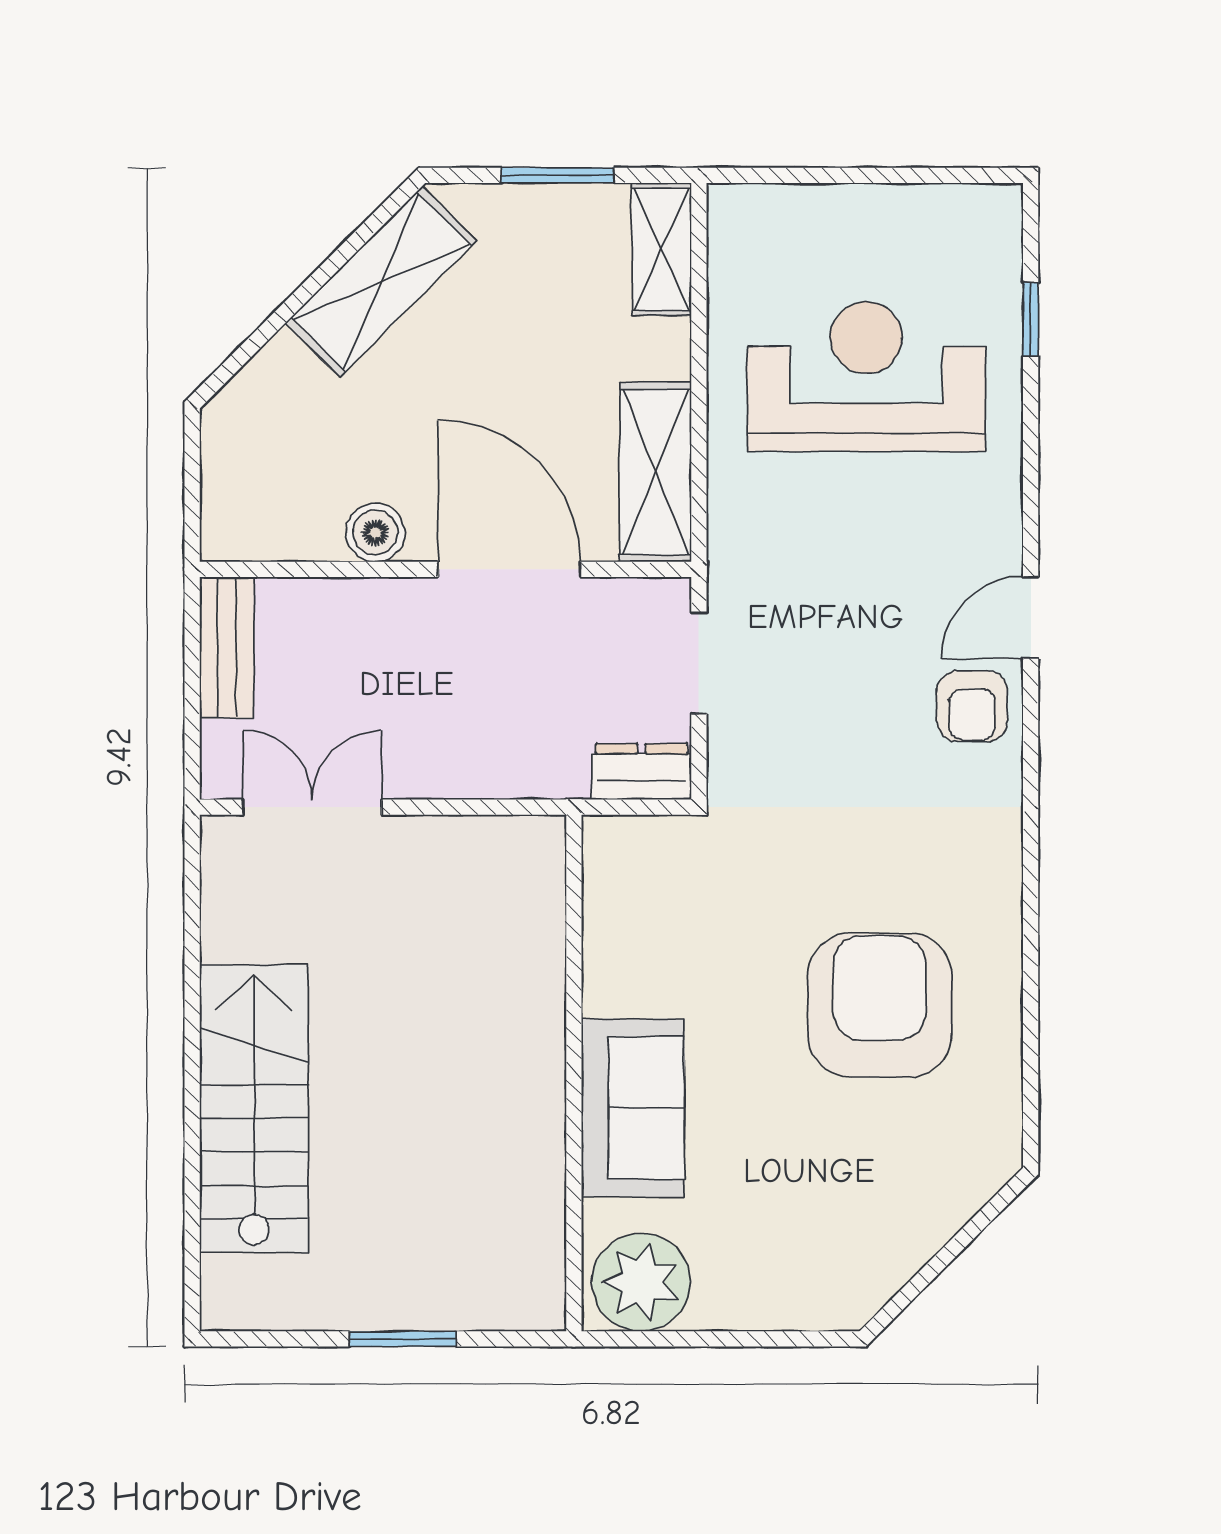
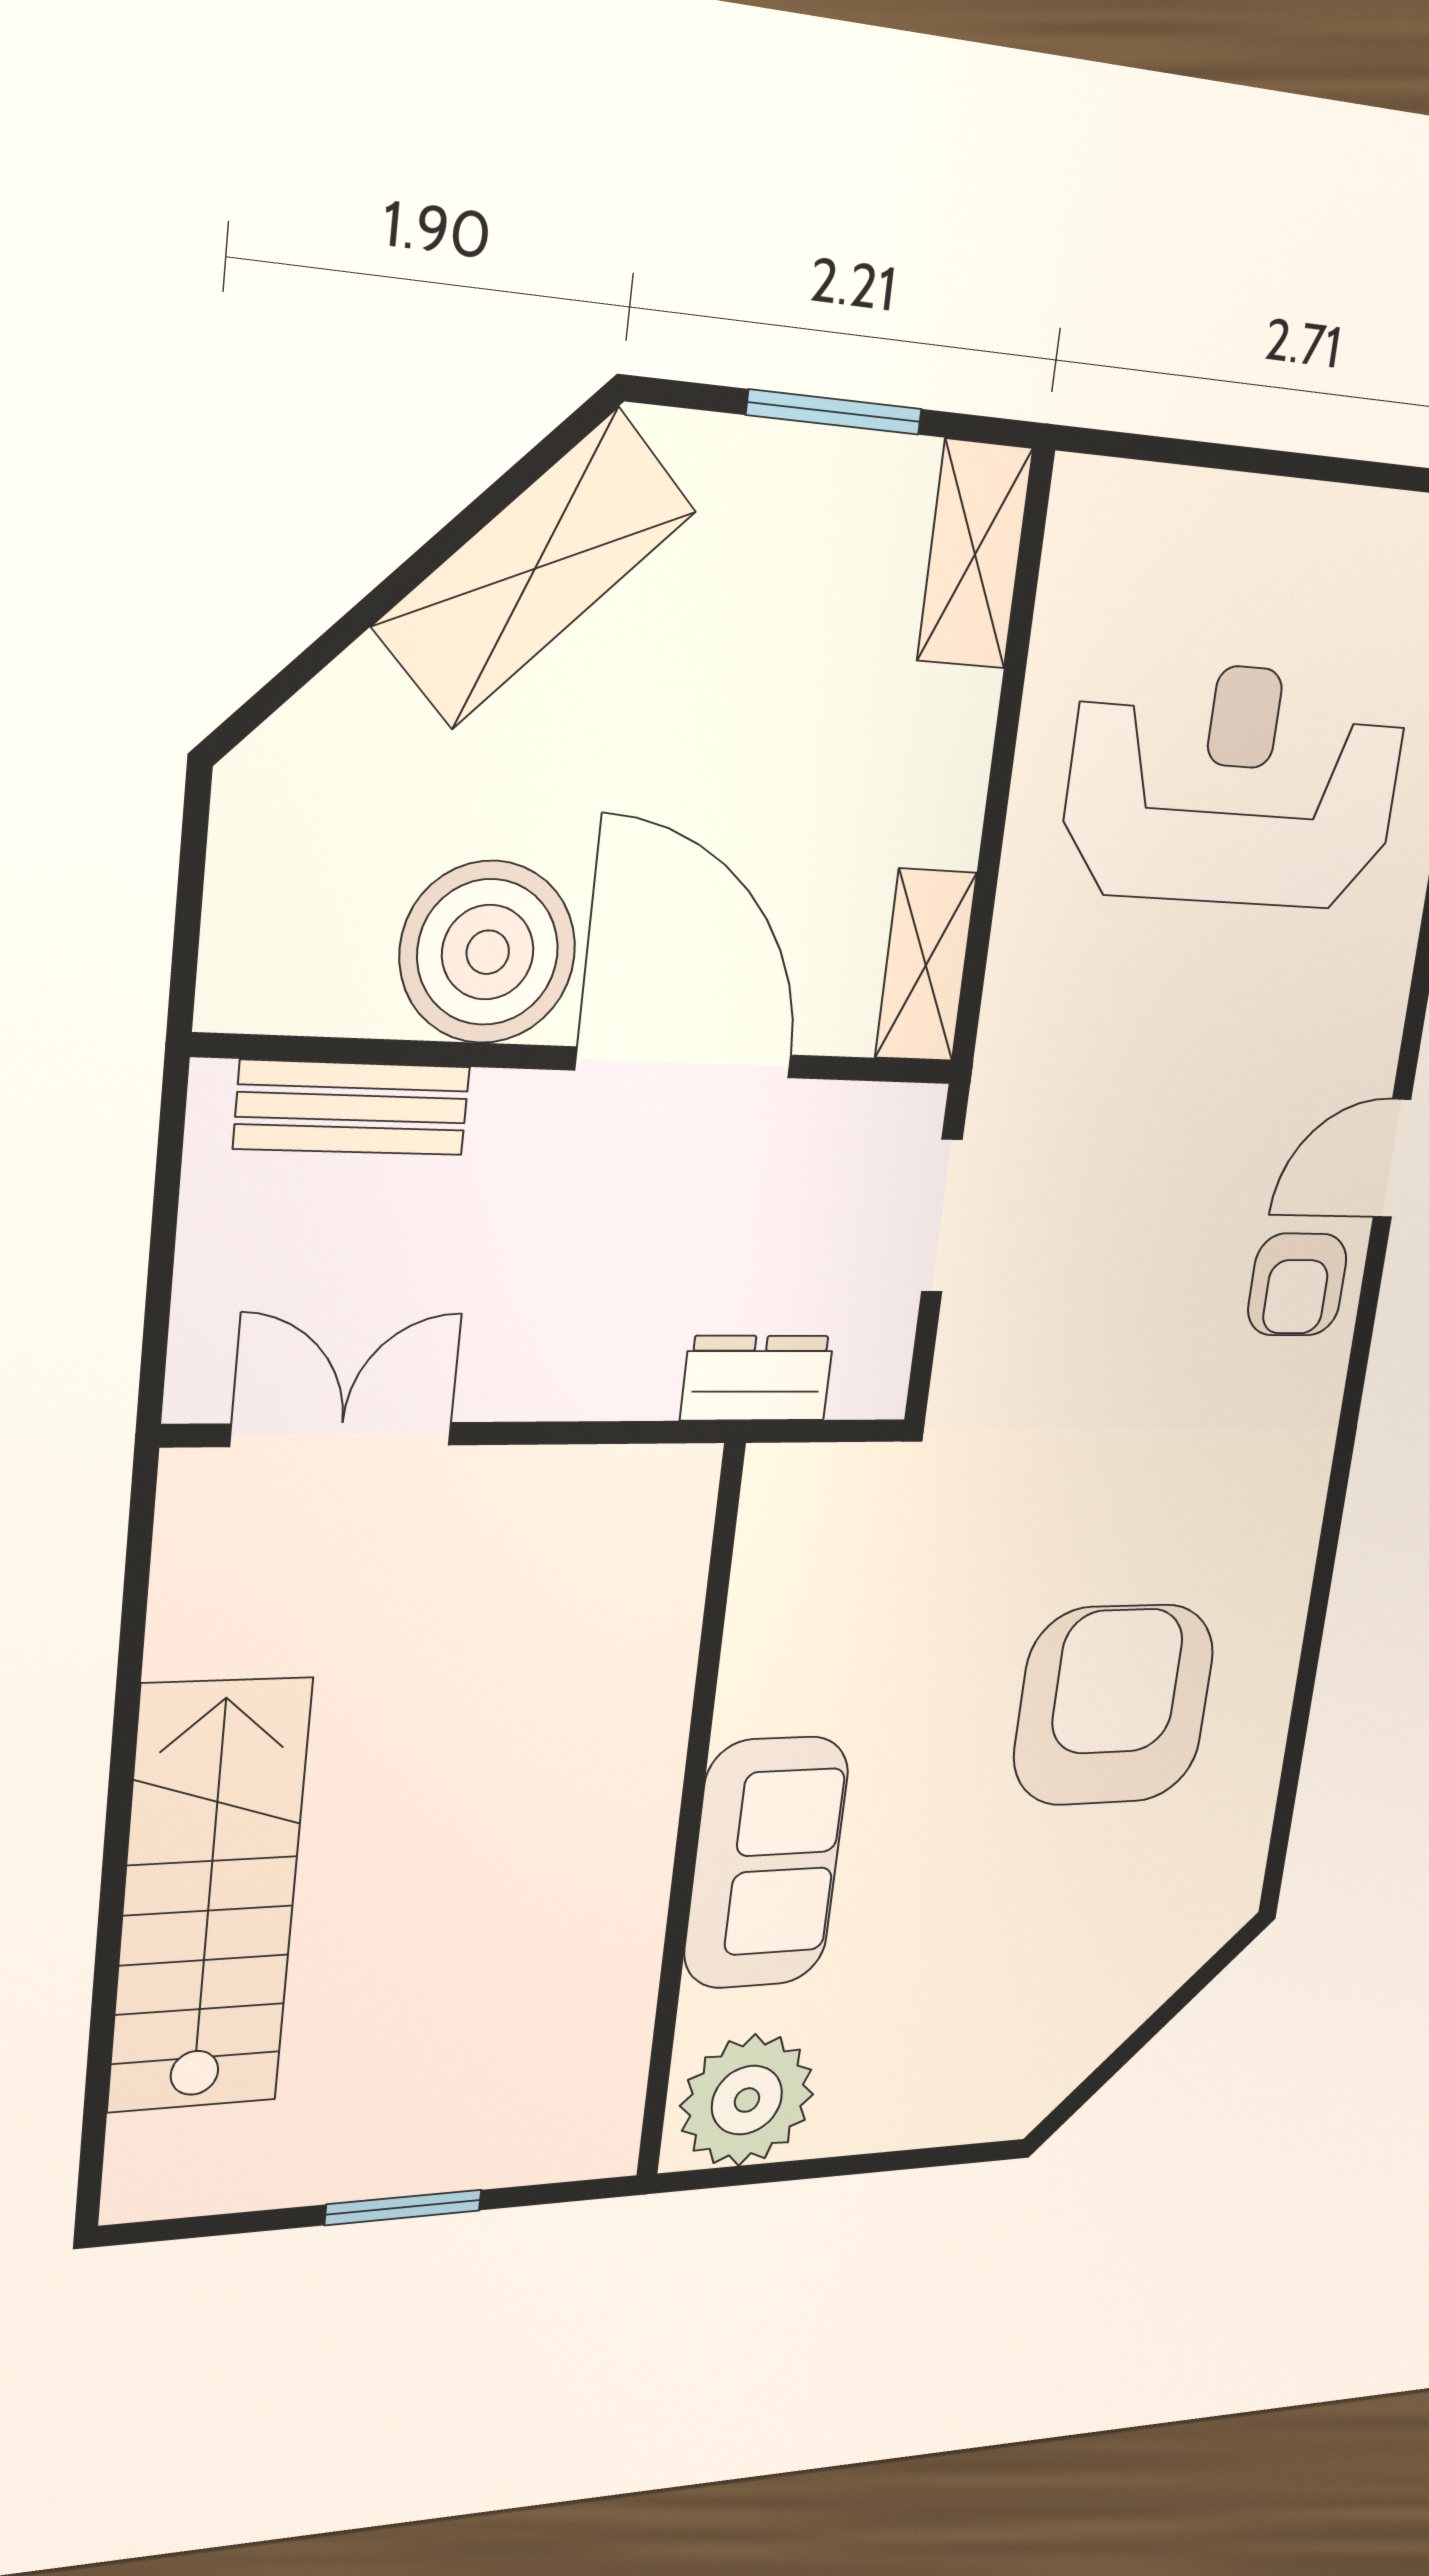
shelving: (655, 472) -> (926, 965), width x0.67, depth x0.75
boiler: (375, 533) -> (488, 952), width x1.86, depth x1.86
bench: (227, 648) -> (352, 1108), moved, turned 90
dresser: (642, 772) -> (757, 1378), moved

